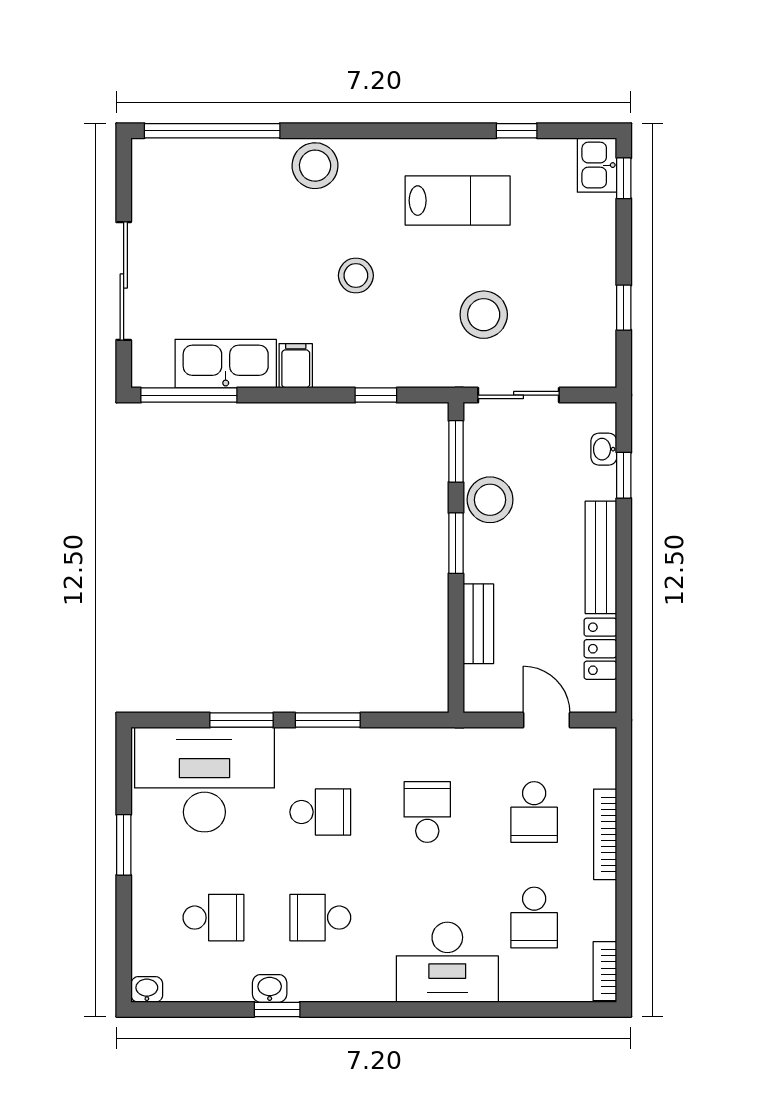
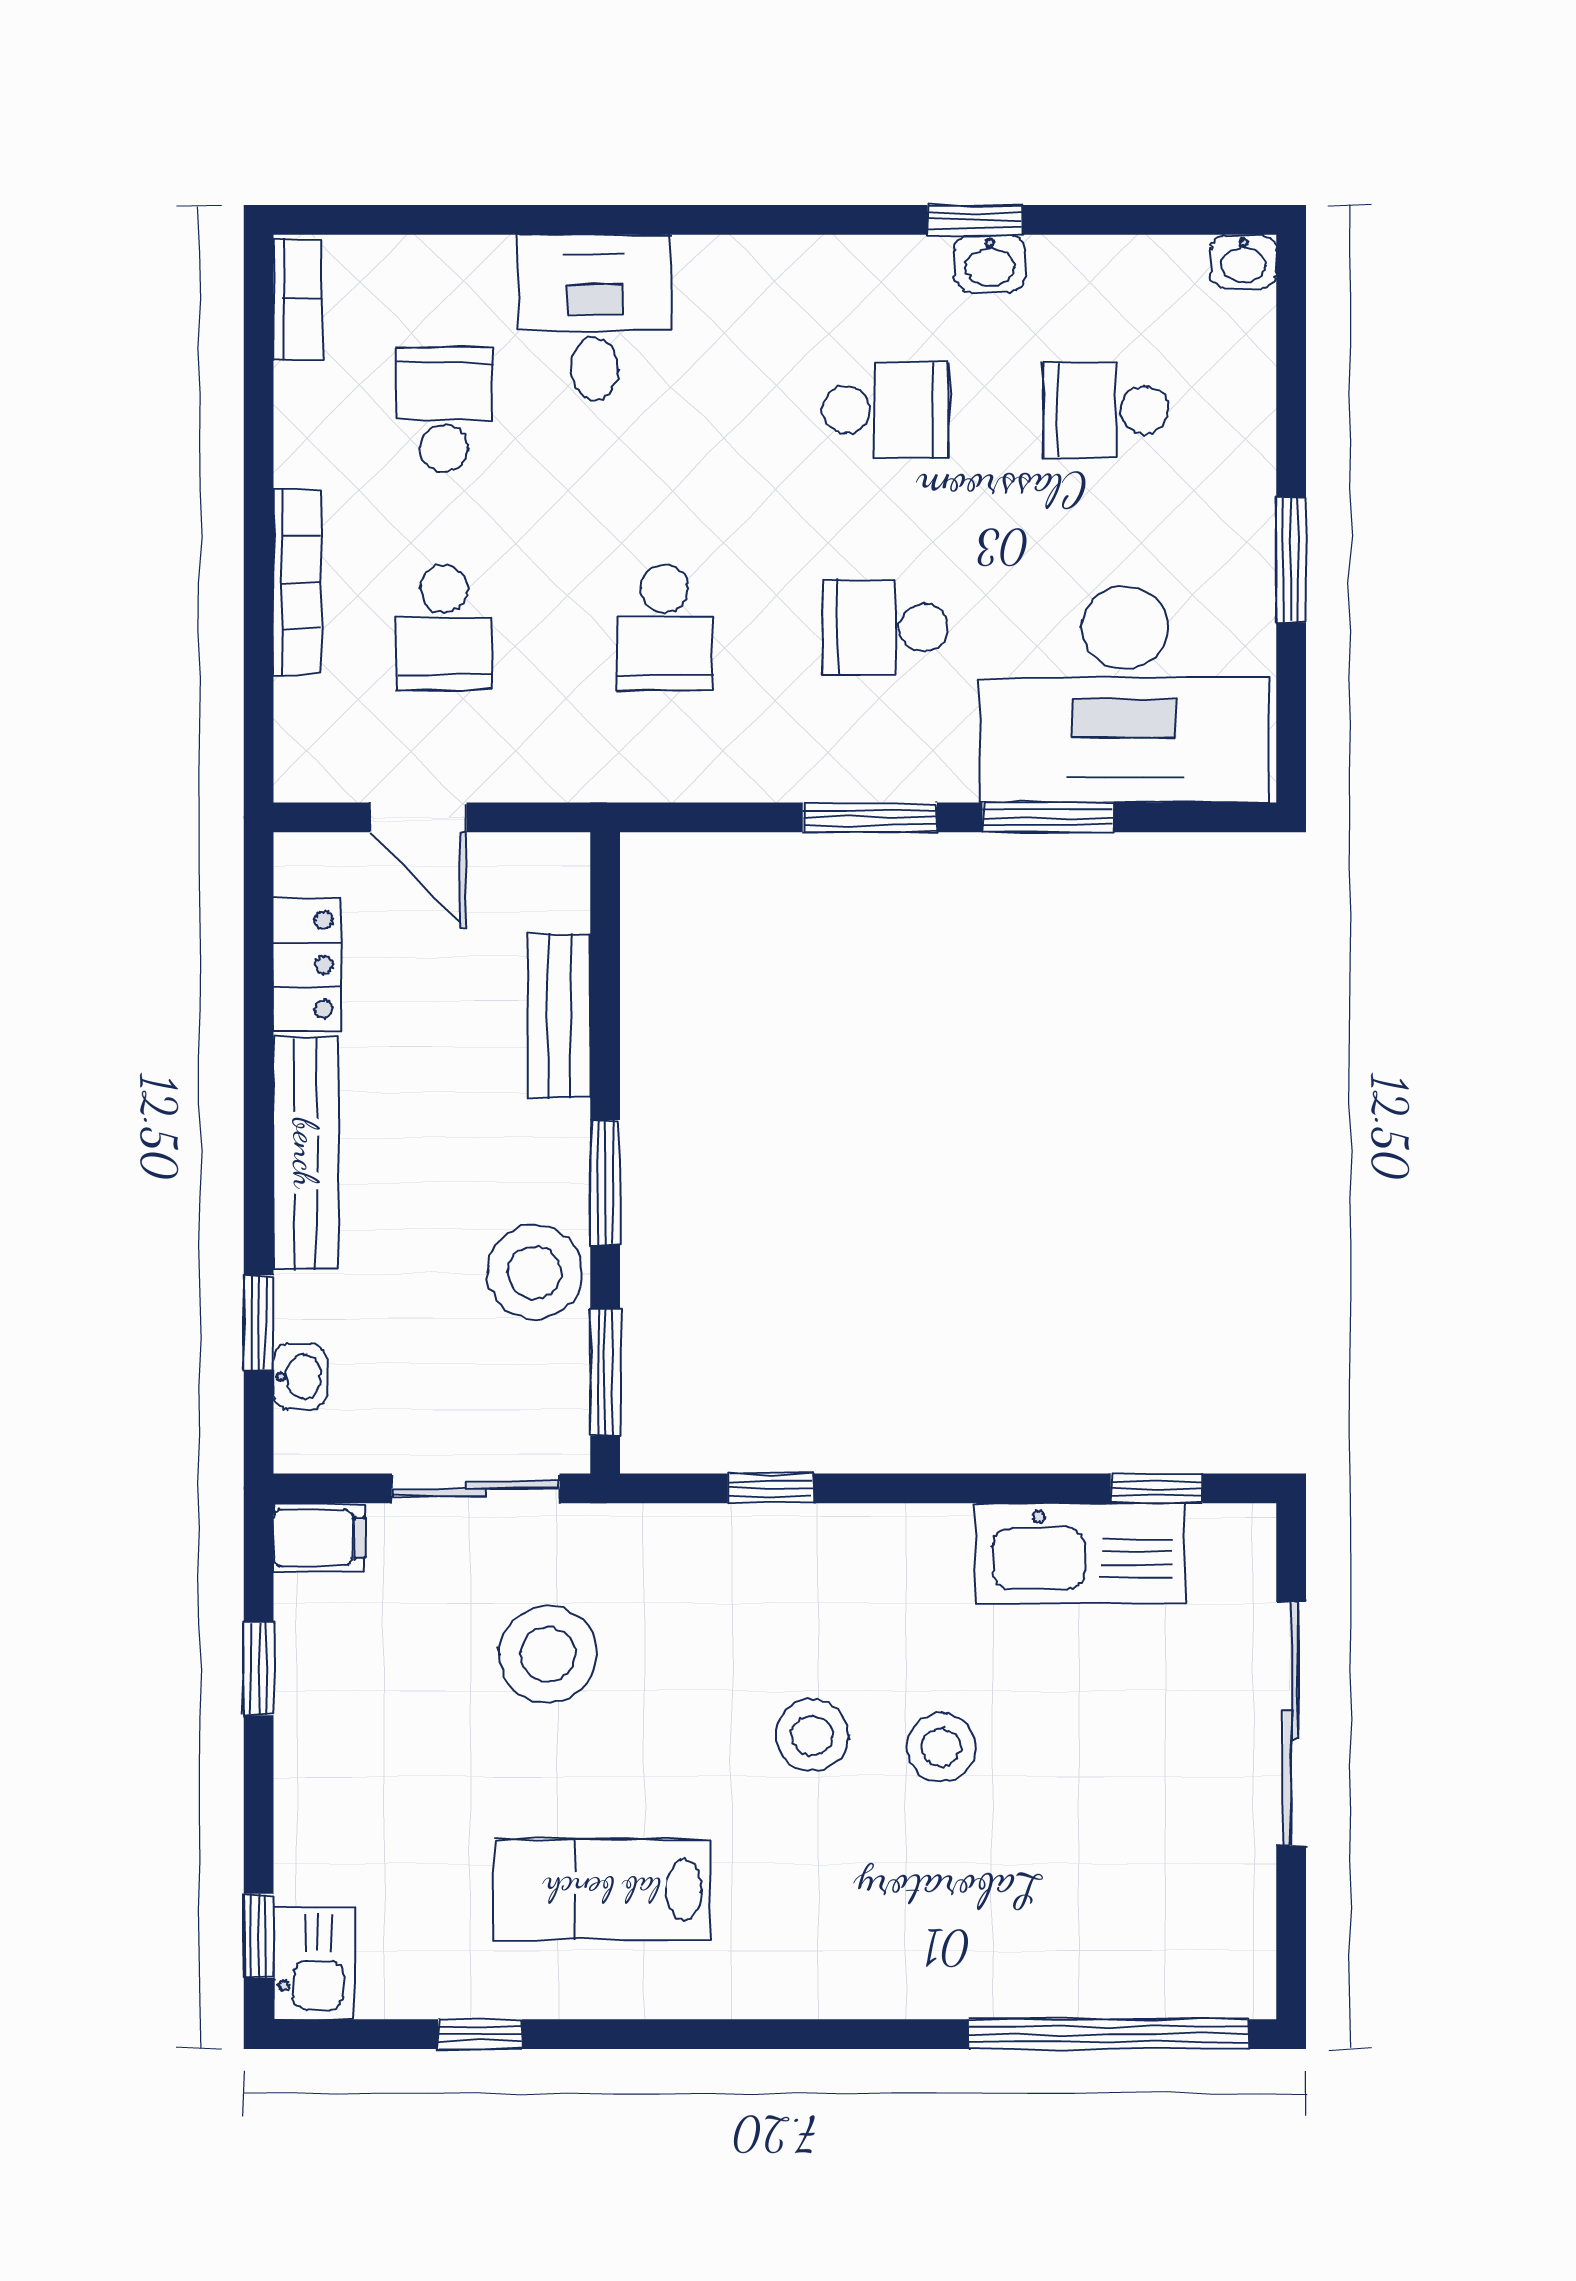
stool: (315, 166) -> (941, 1747), moved, width x0.73, depth x0.73
filing cabinet: (296, 366) -> (319, 1538), moved, turned -90
window: (189, 395) -> (1157, 1488), width x0.46
school desk: (534, 812) -> (444, 628), turned 180
desk: (447, 962) -> (594, 317), width x0.73

